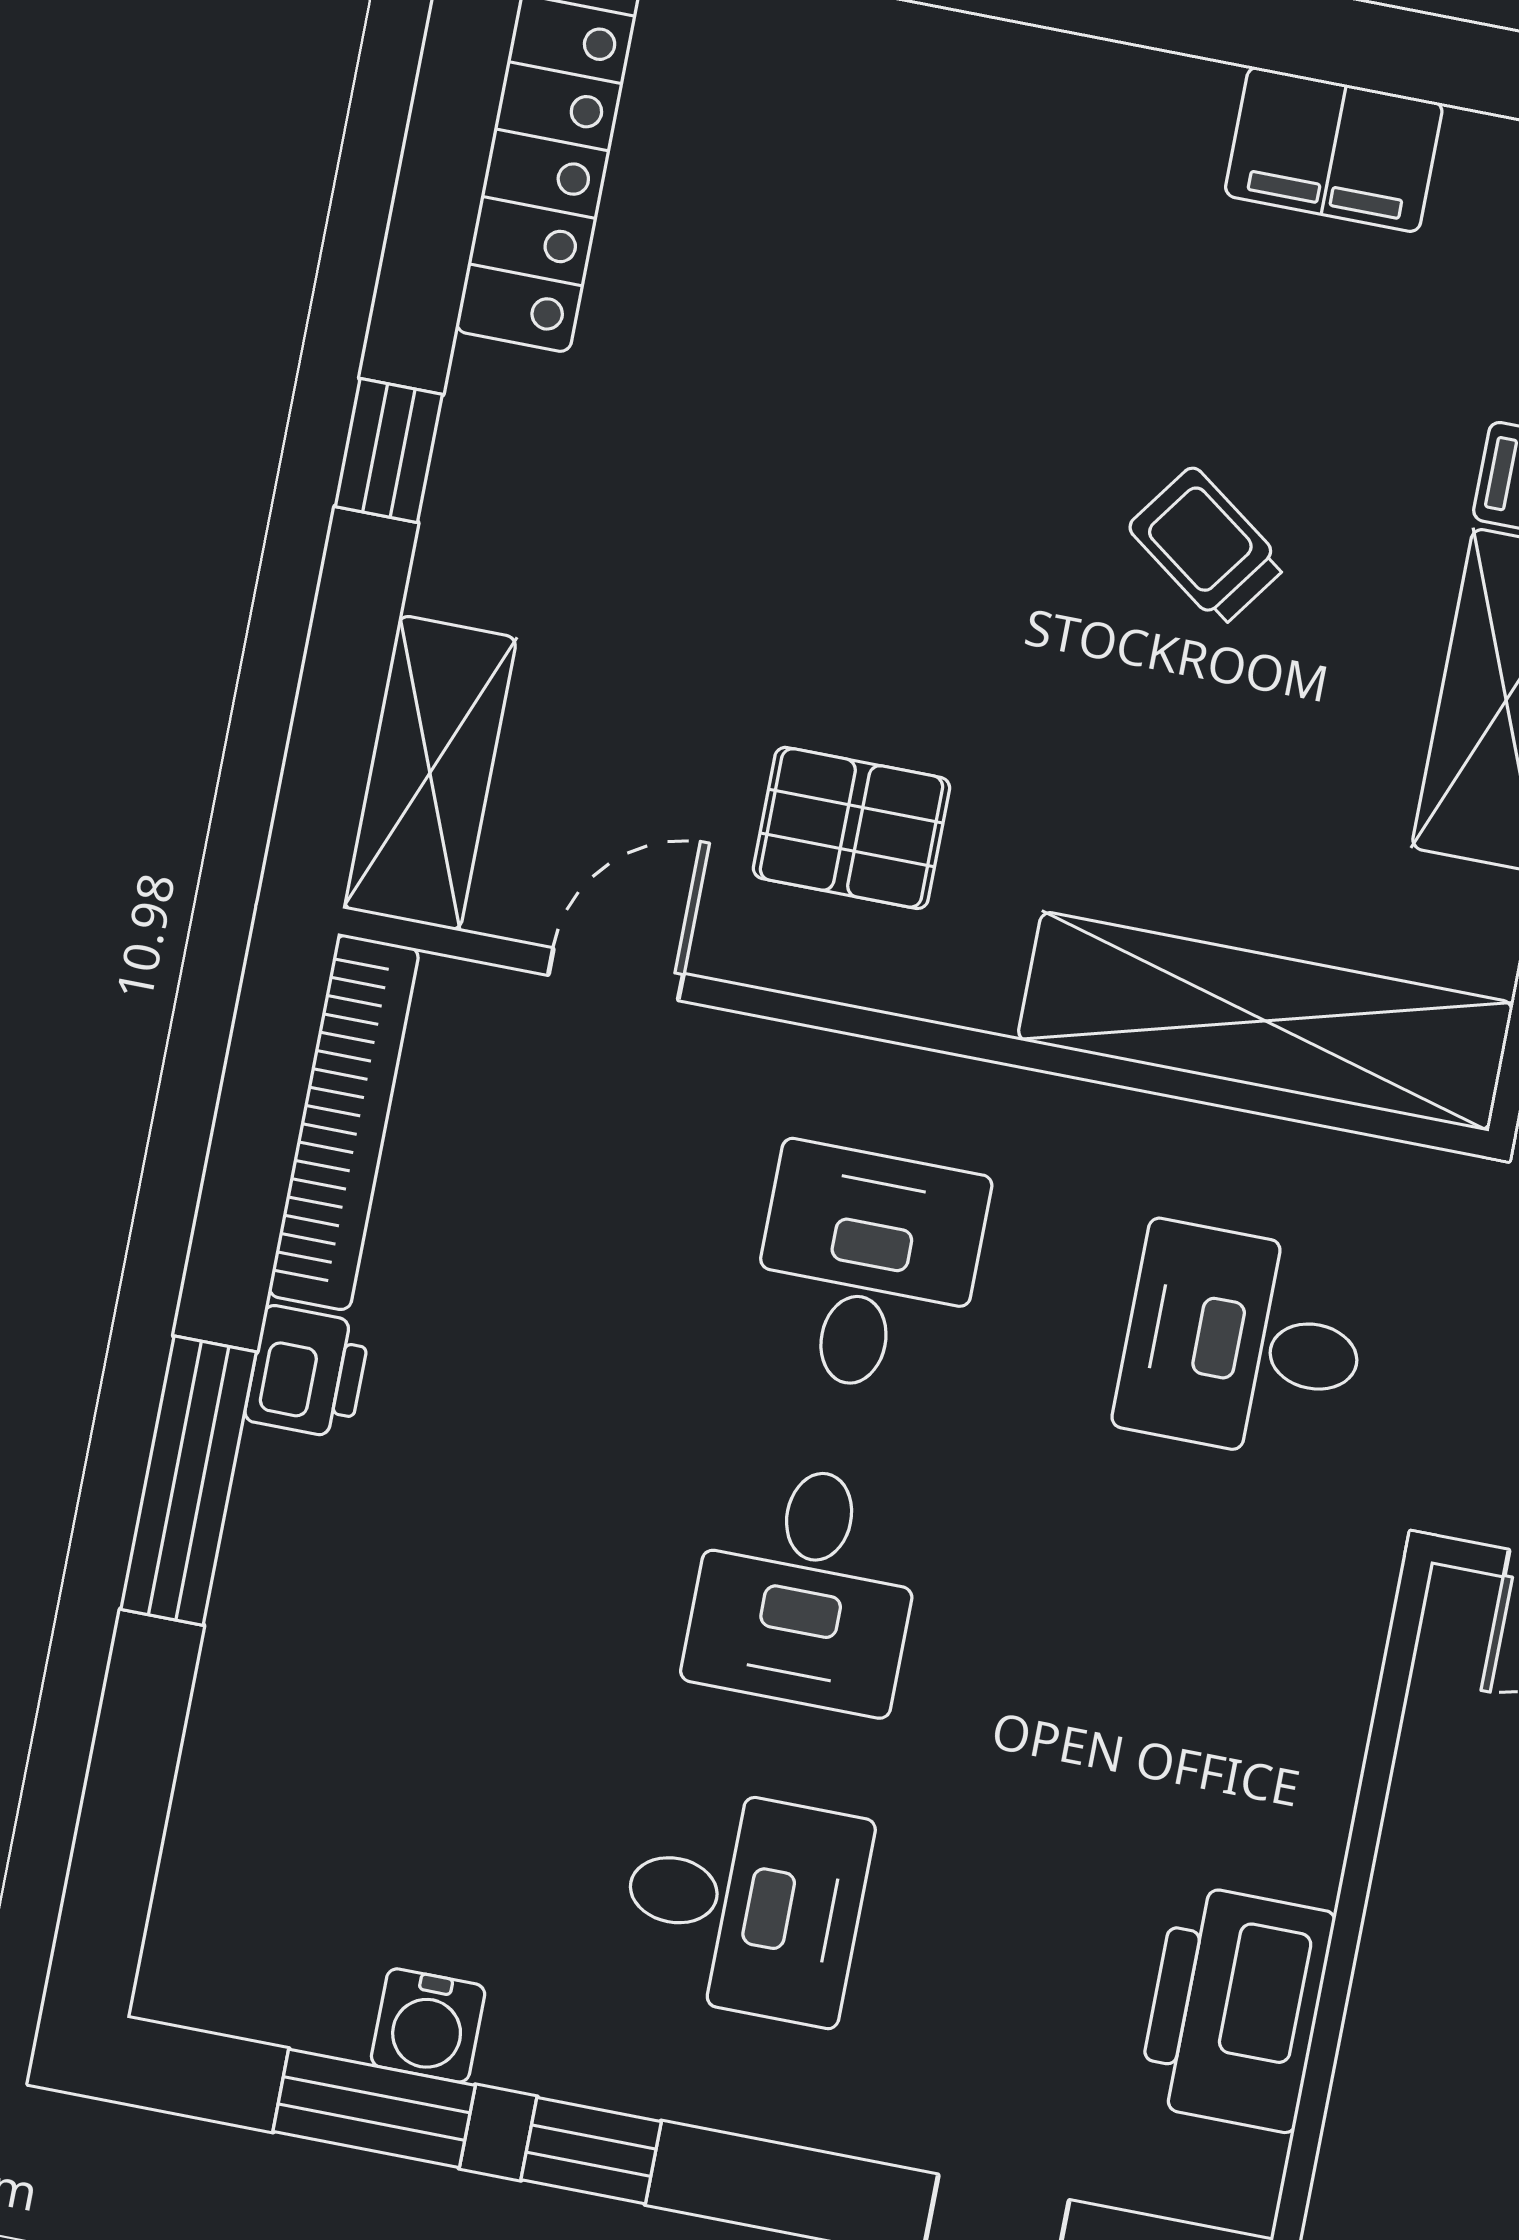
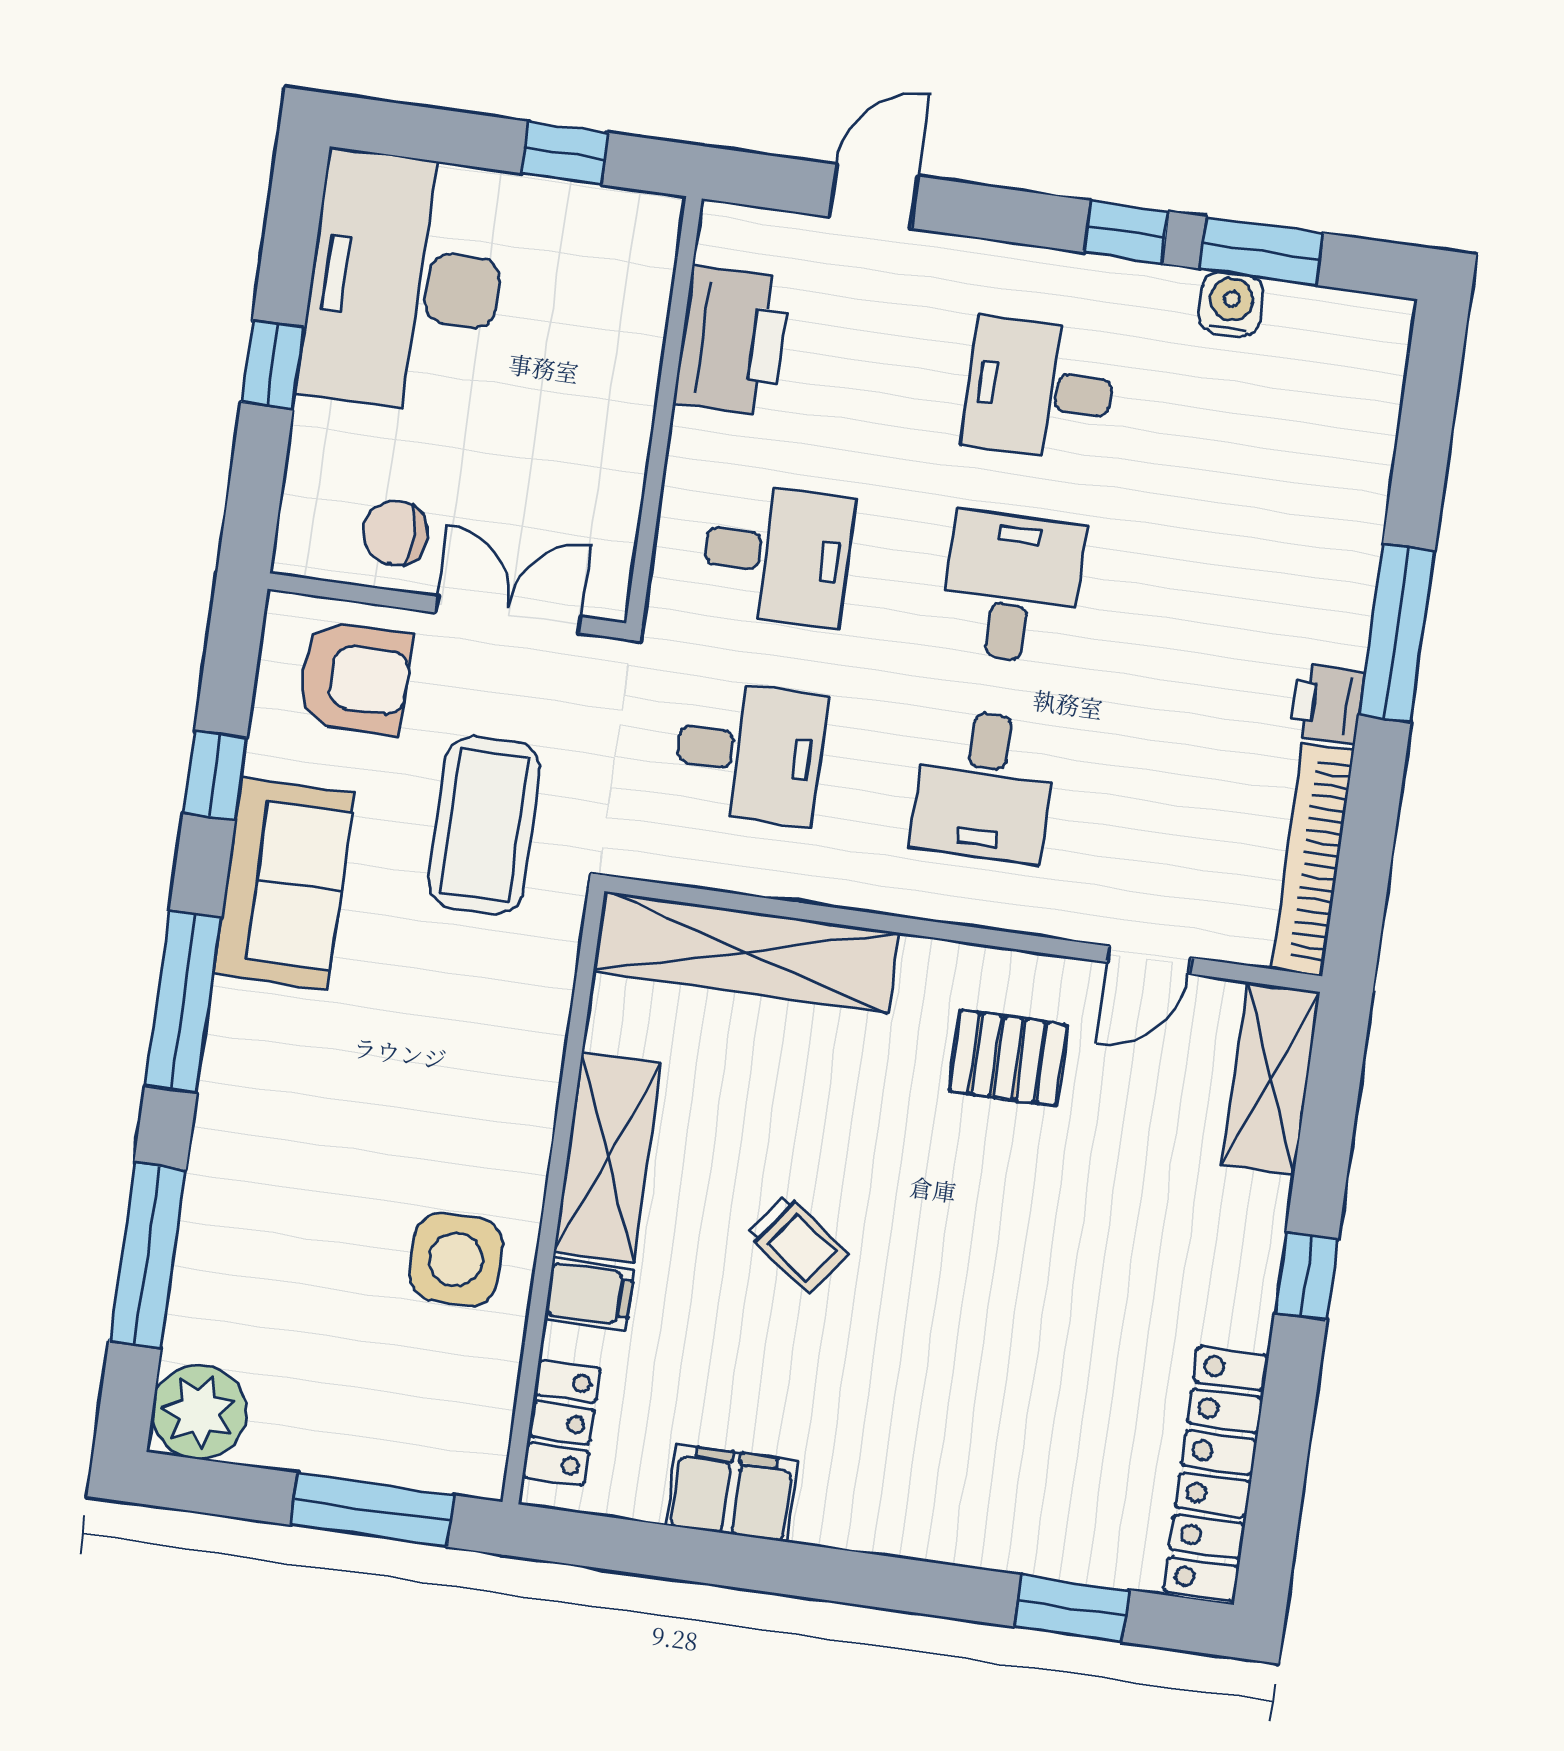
desk: (1182, 1660) -> (777, 554), added

